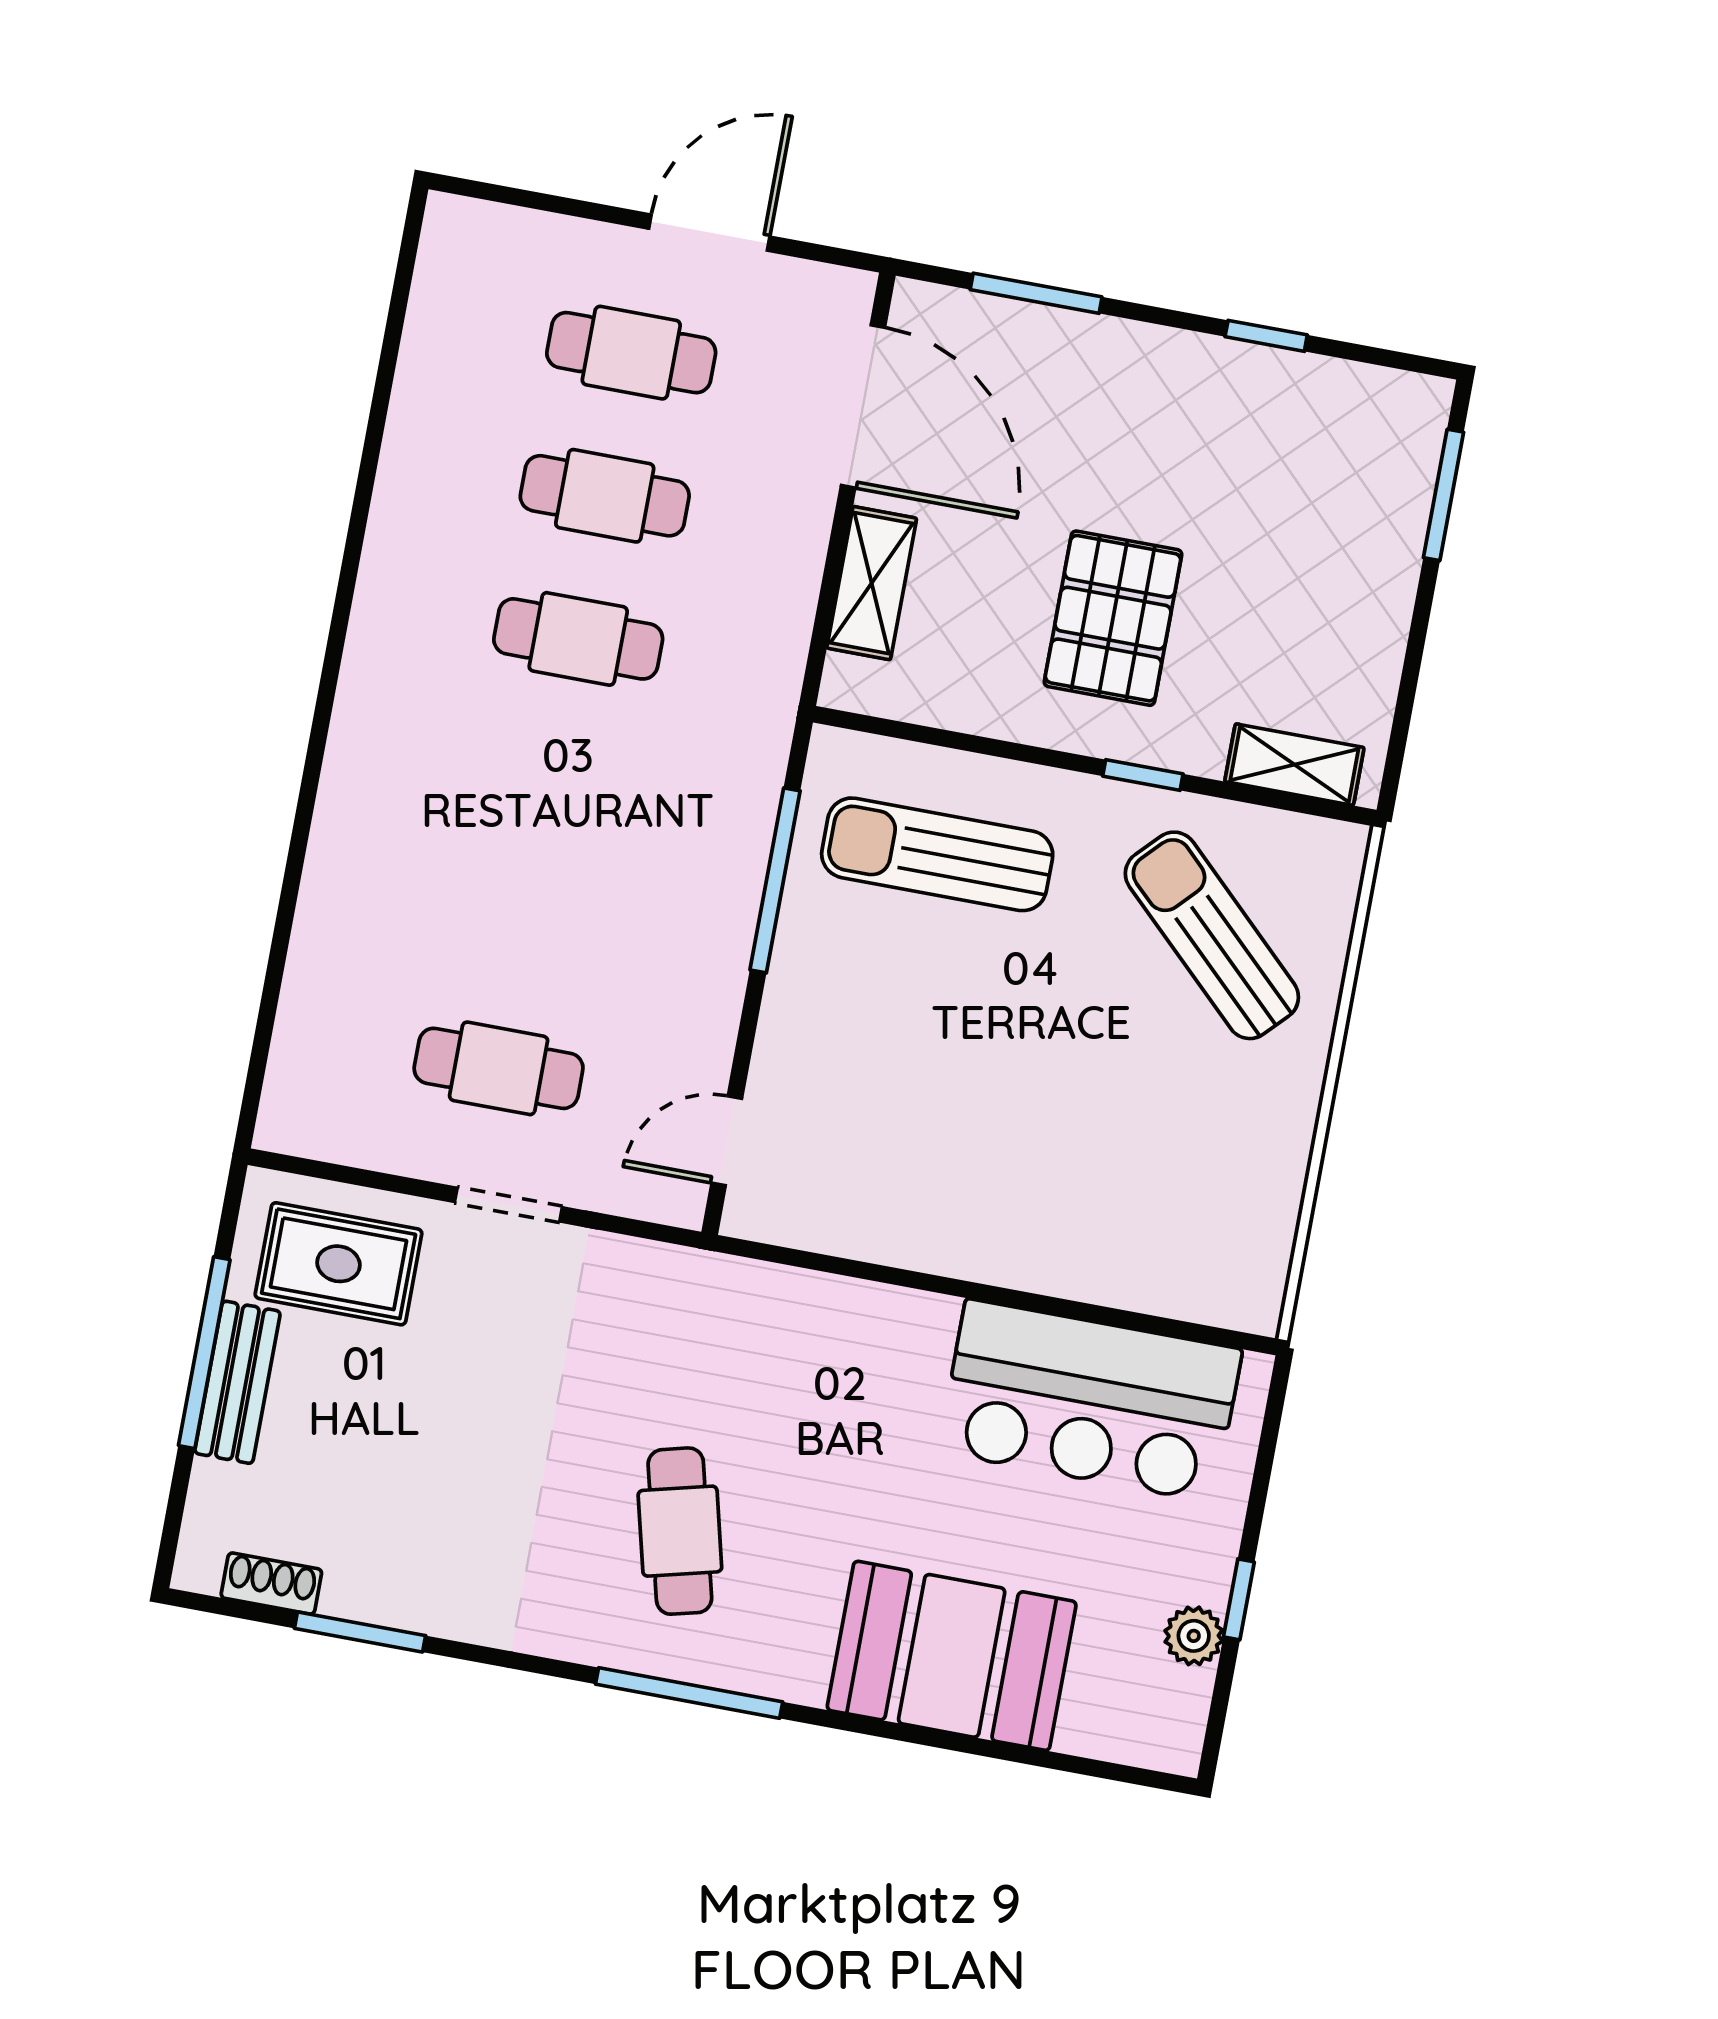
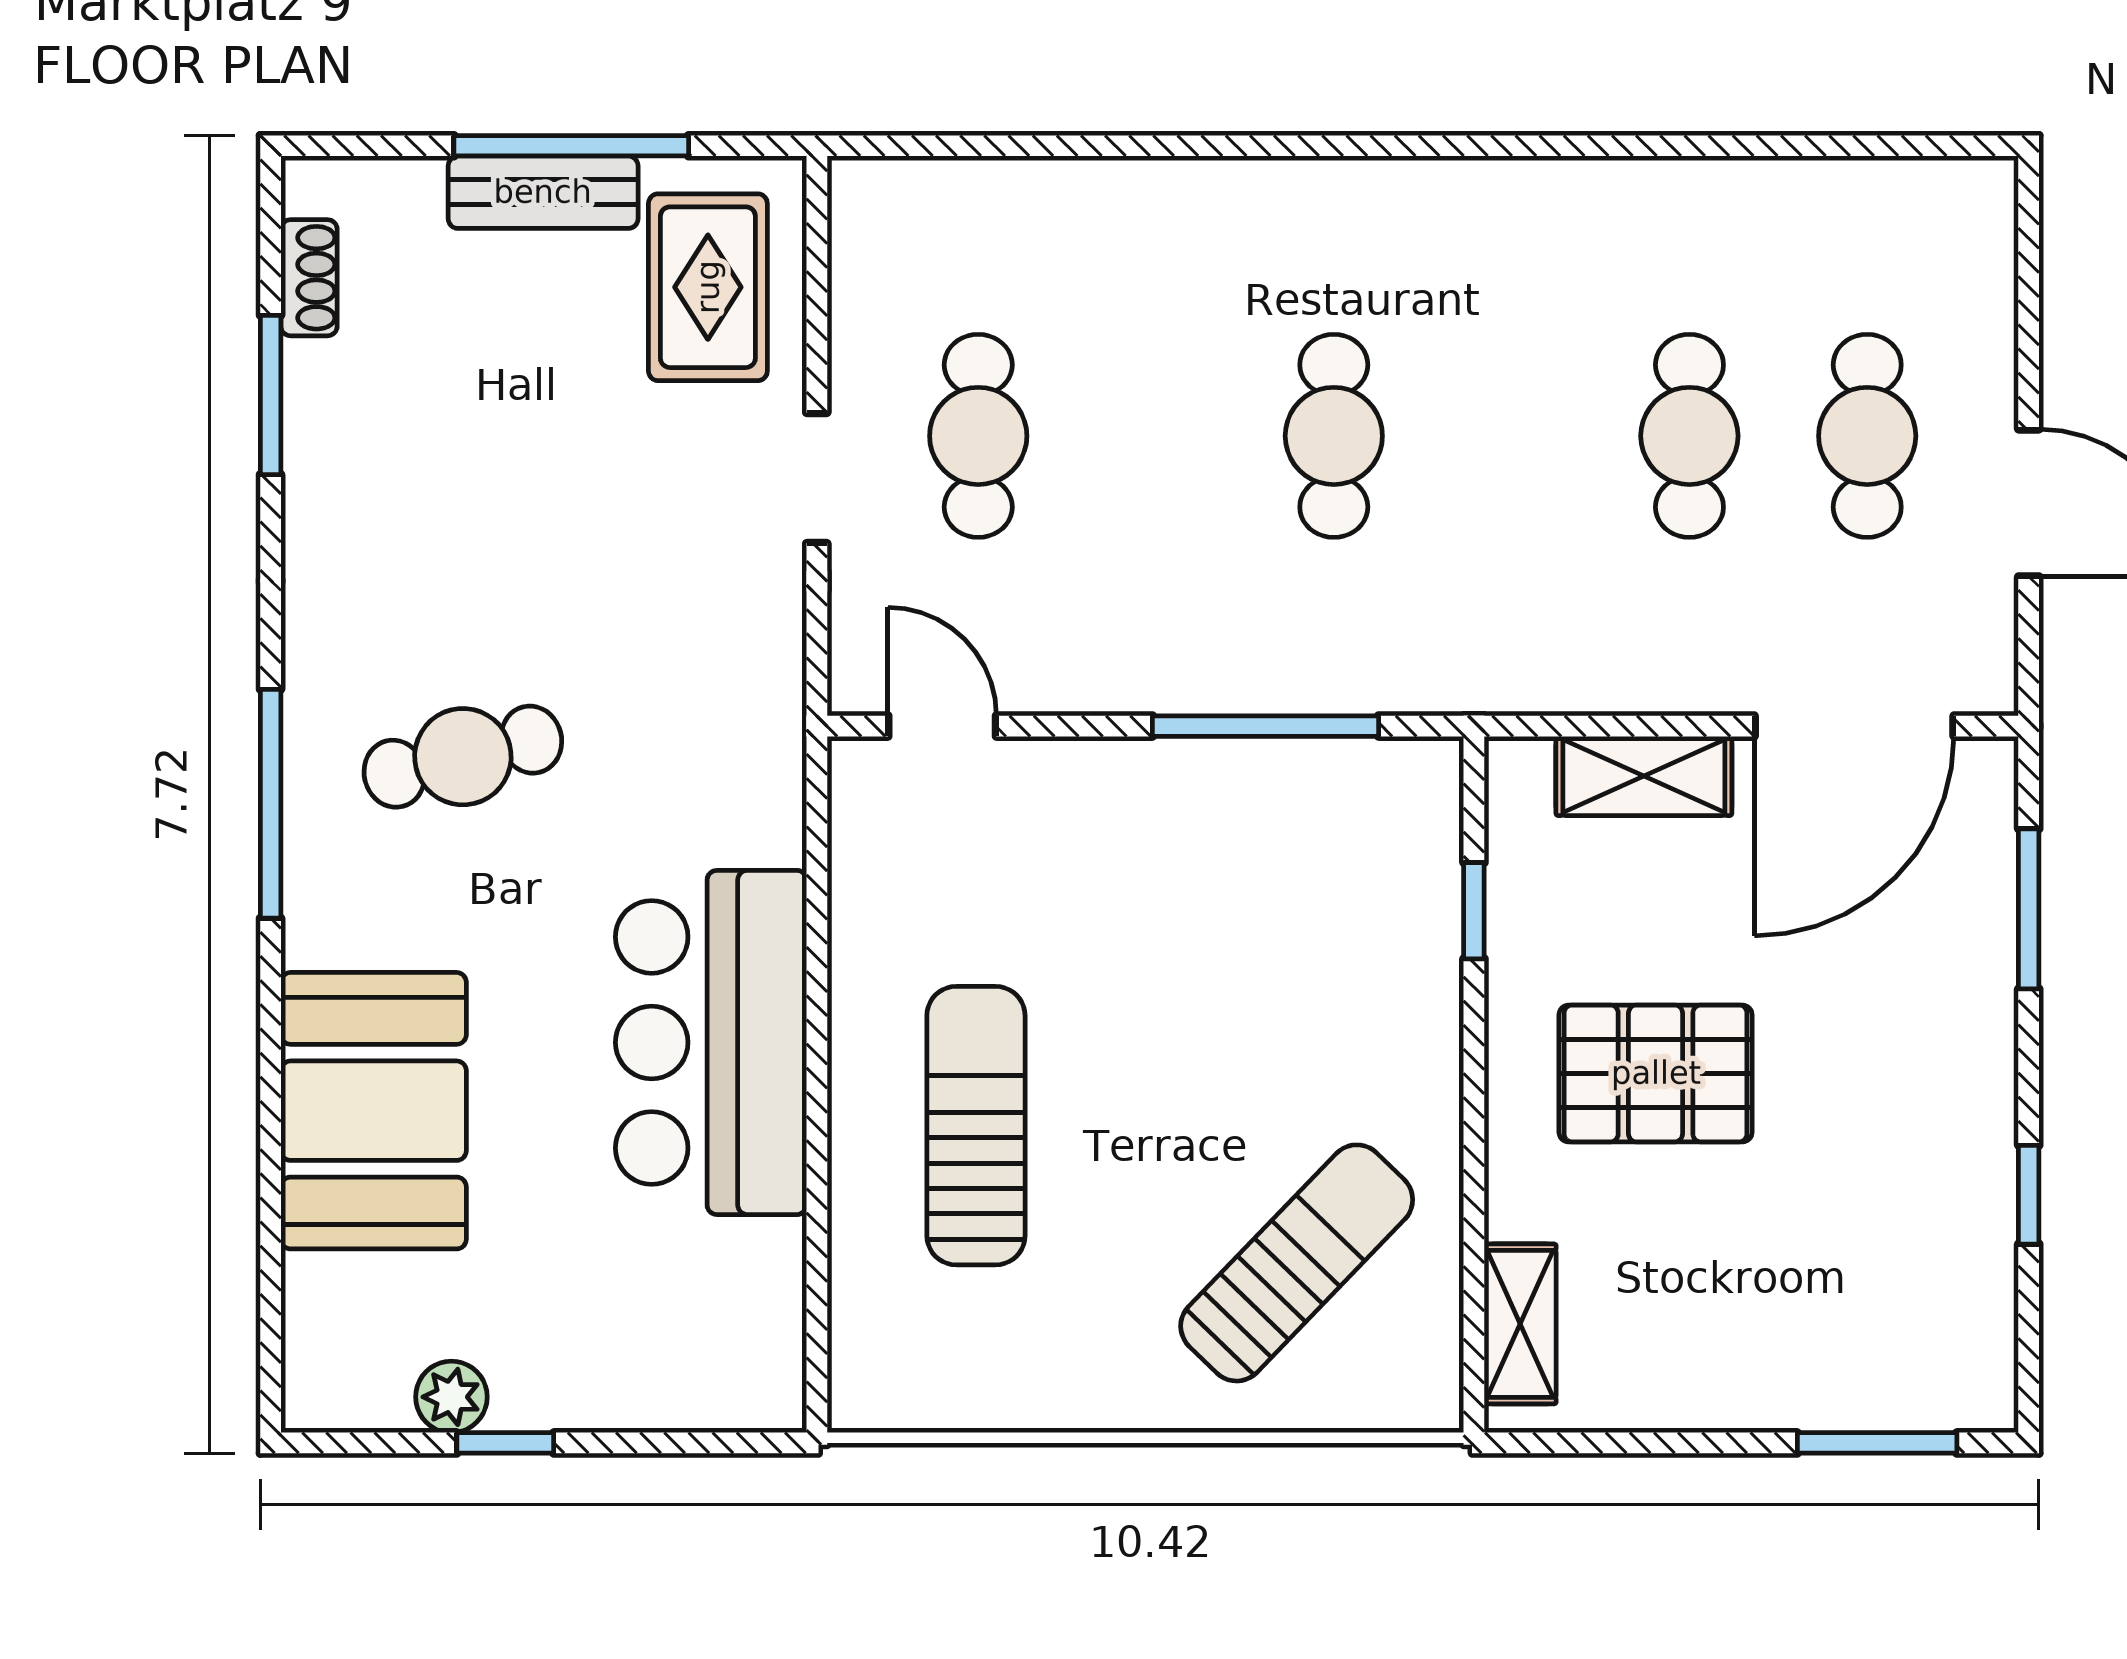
cafe table: (578, 639) -> (1334, 436), moved
window: (1143, 775) -> (1474, 911), moved
sun lounger: (937, 854) -> (976, 1126), moved
bar counter: (1090, 1401) -> (711, 1042), moved

